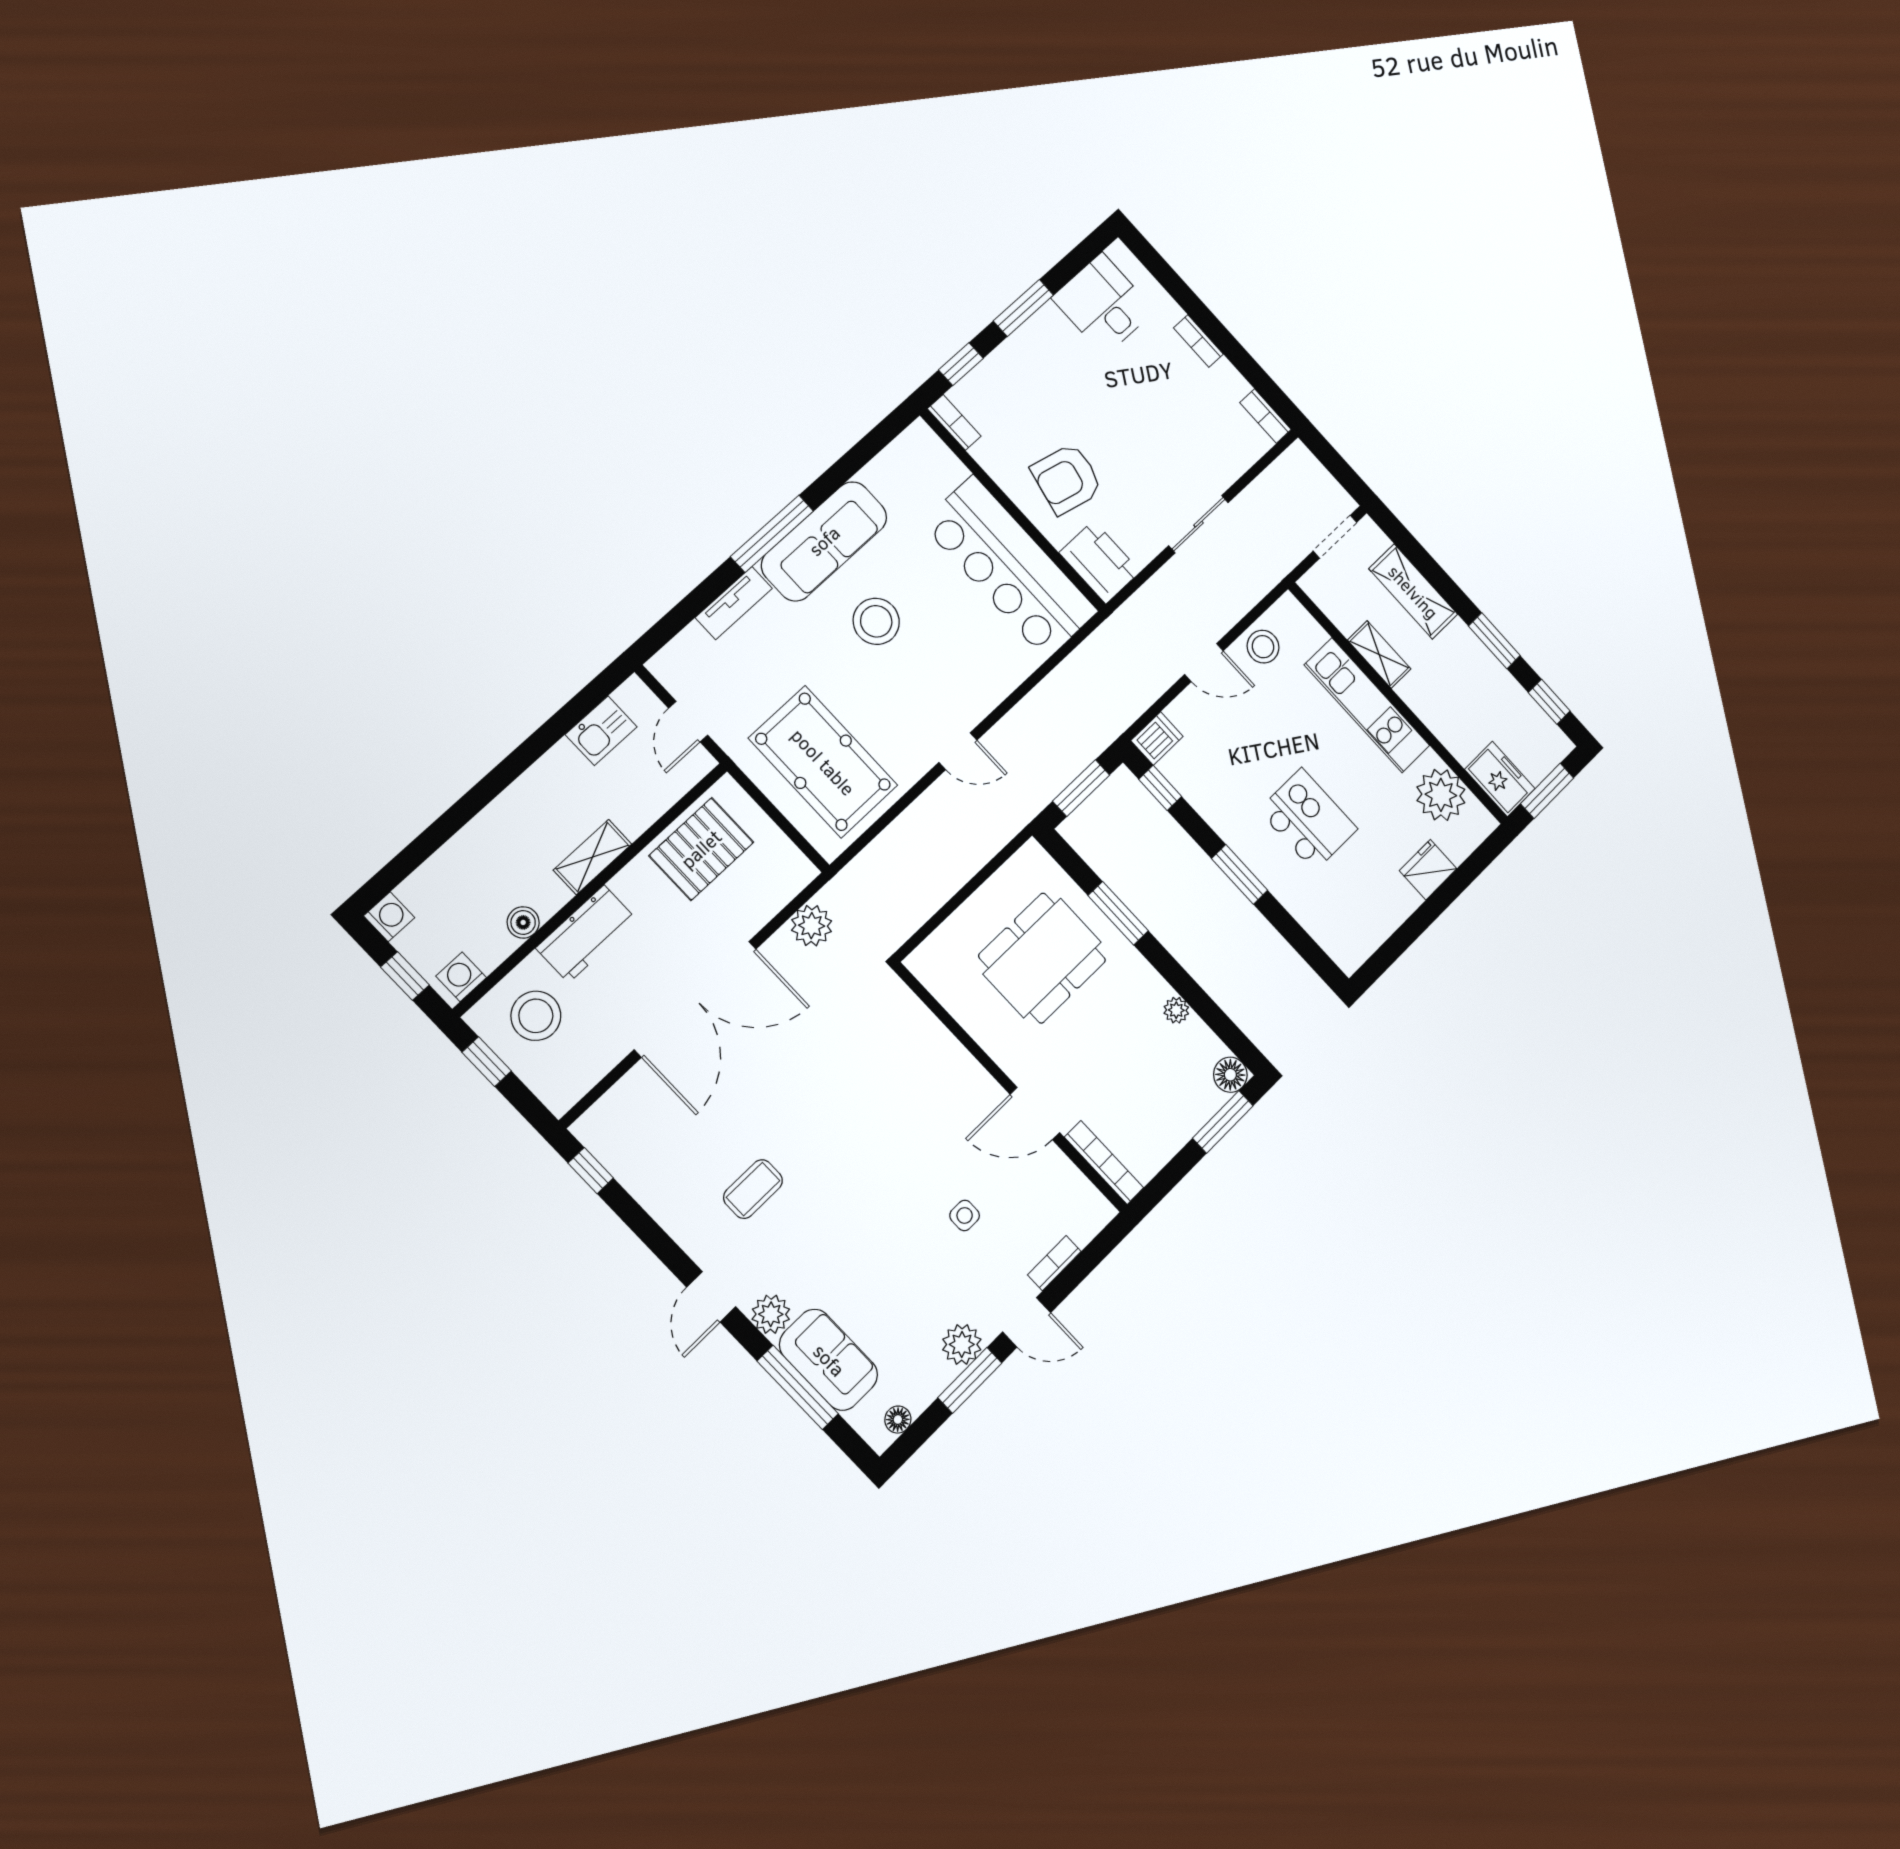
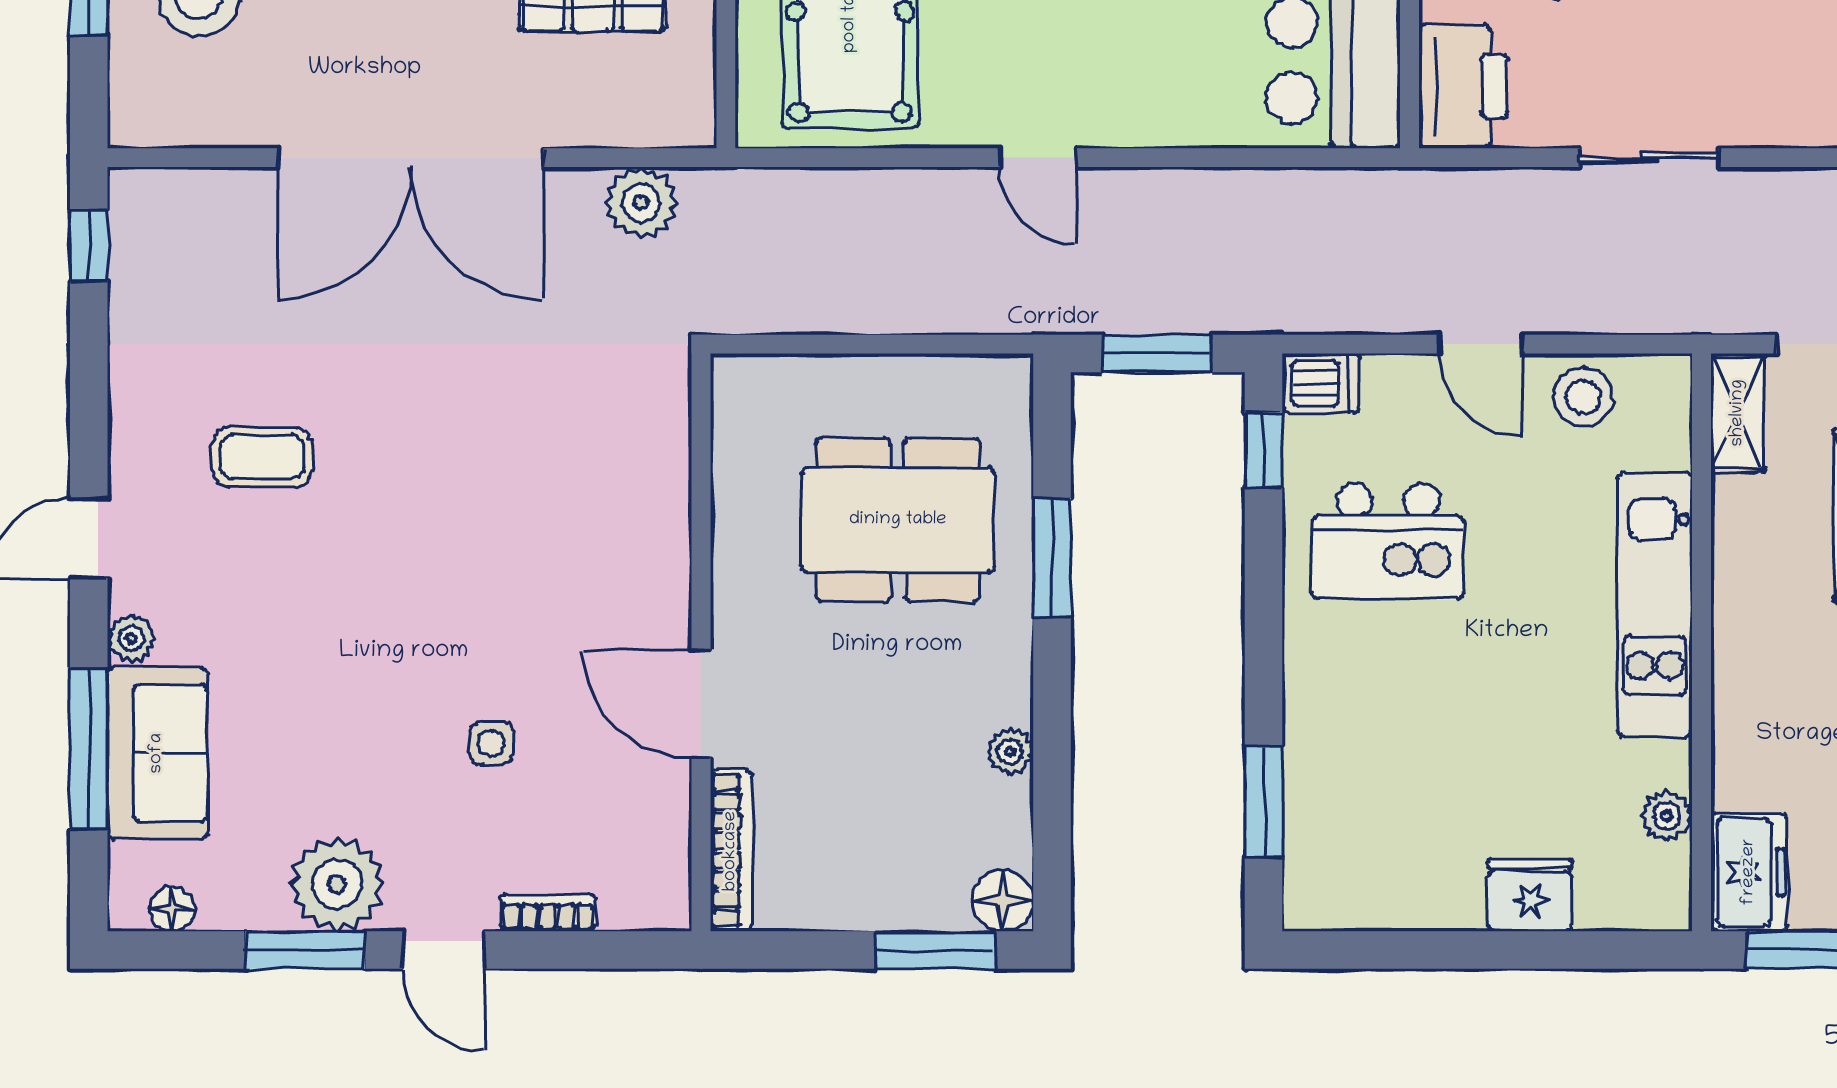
shelving: (1379, 655) -> (1738, 413), moved
plant: (1441, 795) -> (1667, 816), width x0.53, depth x0.53
kitchen island: (1308, 820) -> (1388, 541), moved, turned 90
window: (1240, 874) -> (1263, 801), moved
plant: (771, 1314) -> (131, 638), width x0.73, depth x0.73
plant: (962, 1344) -> (337, 884), width x1.36, depth x1.36

